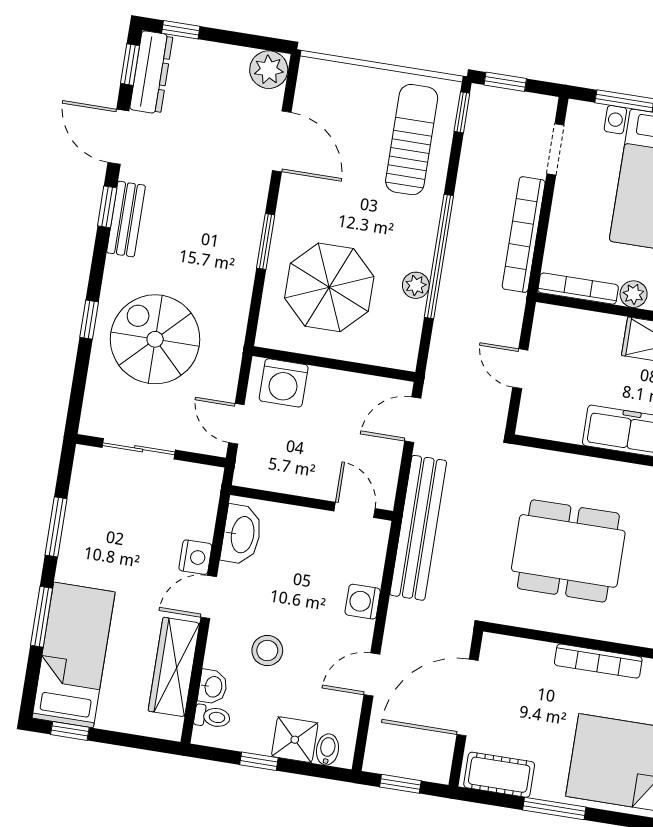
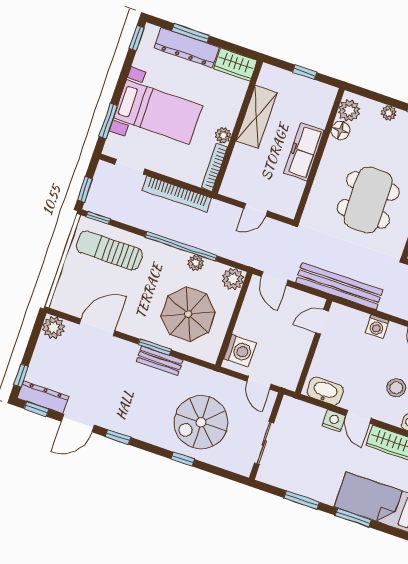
bench: (126, 219) -> (160, 361), moved
plant: (400, 351) -> (233, 279), added
door: (236, 424) -> (259, 383), hinge flipped

